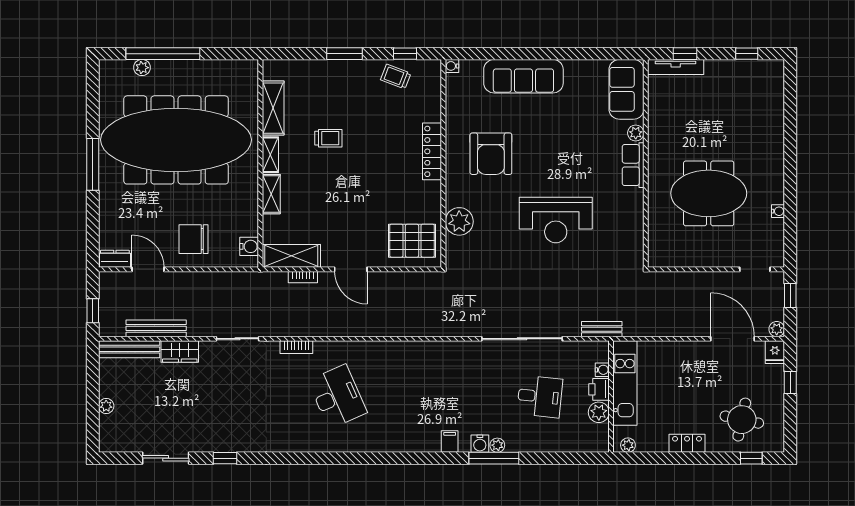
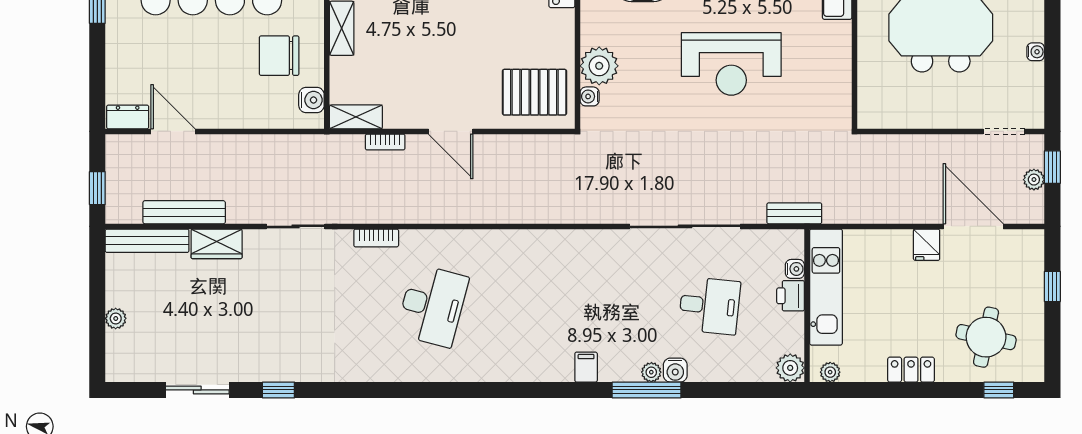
chair: (194, 239) -> (279, 56), moved
water cooler: (452, 244) -> (590, 96), added
shelving: (291, 256) -> (356, 117), width x0.67, depth x0.75
plant: (777, 329) -> (1034, 180), moved
fridge: (775, 352) -> (927, 245), moved
desk: (337, 397) -> (432, 306), turned 39
plant: (599, 412) -> (790, 368), moved
water cooler: (480, 444) -> (675, 370), moved

